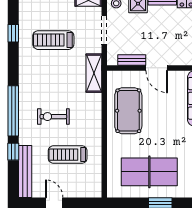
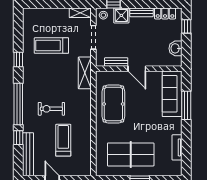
window: (13, 33) -> (18, 60), moved
treadmill: (68, 155) -> (63, 140), turned 90

